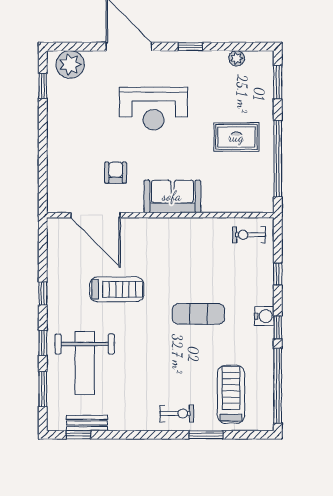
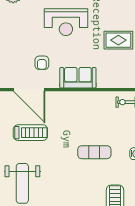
armchair: (116, 173) -> (42, 63), turned 180
treadmill: (117, 289) -> (30, 133), moved

